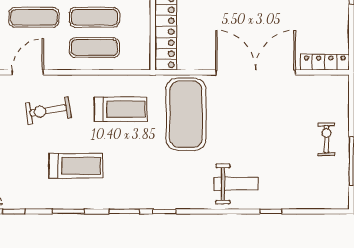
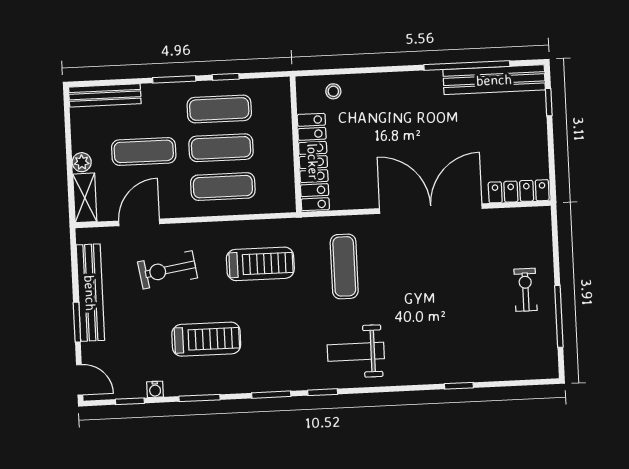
exercise mat: (186, 114) -> (344, 266), width x0.50, depth x0.69
weight bench: (236, 184) -> (356, 352), moved, turned 180
water cooler: (34, 203) -> (155, 389), added

